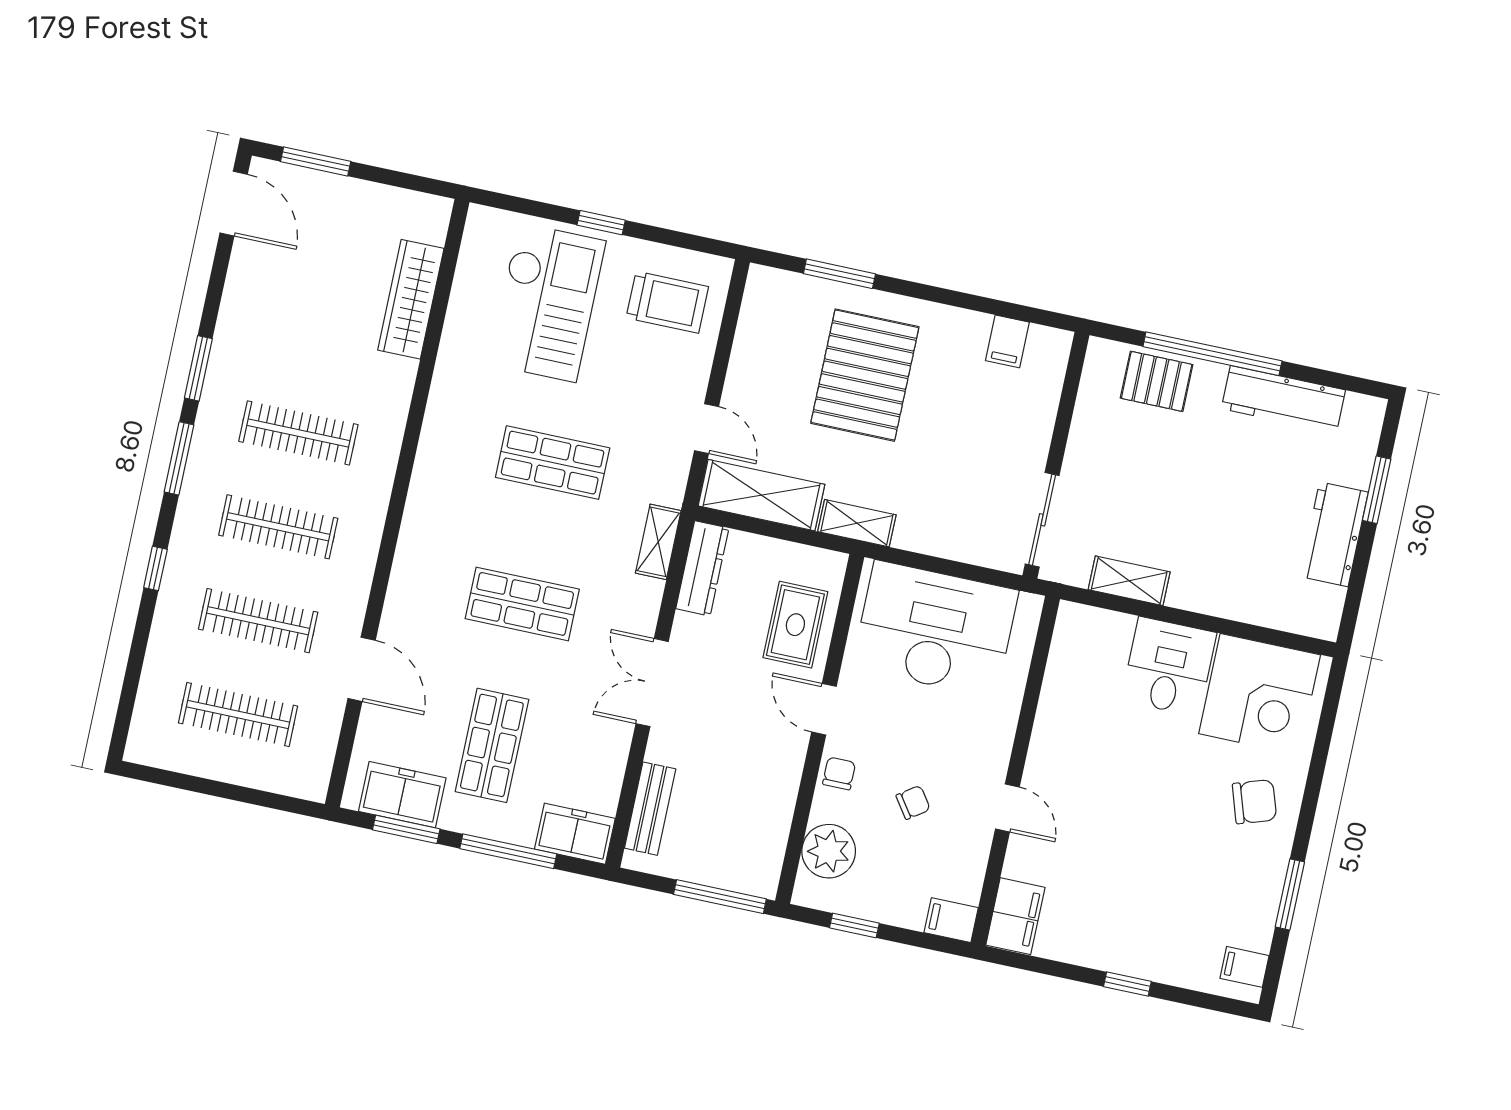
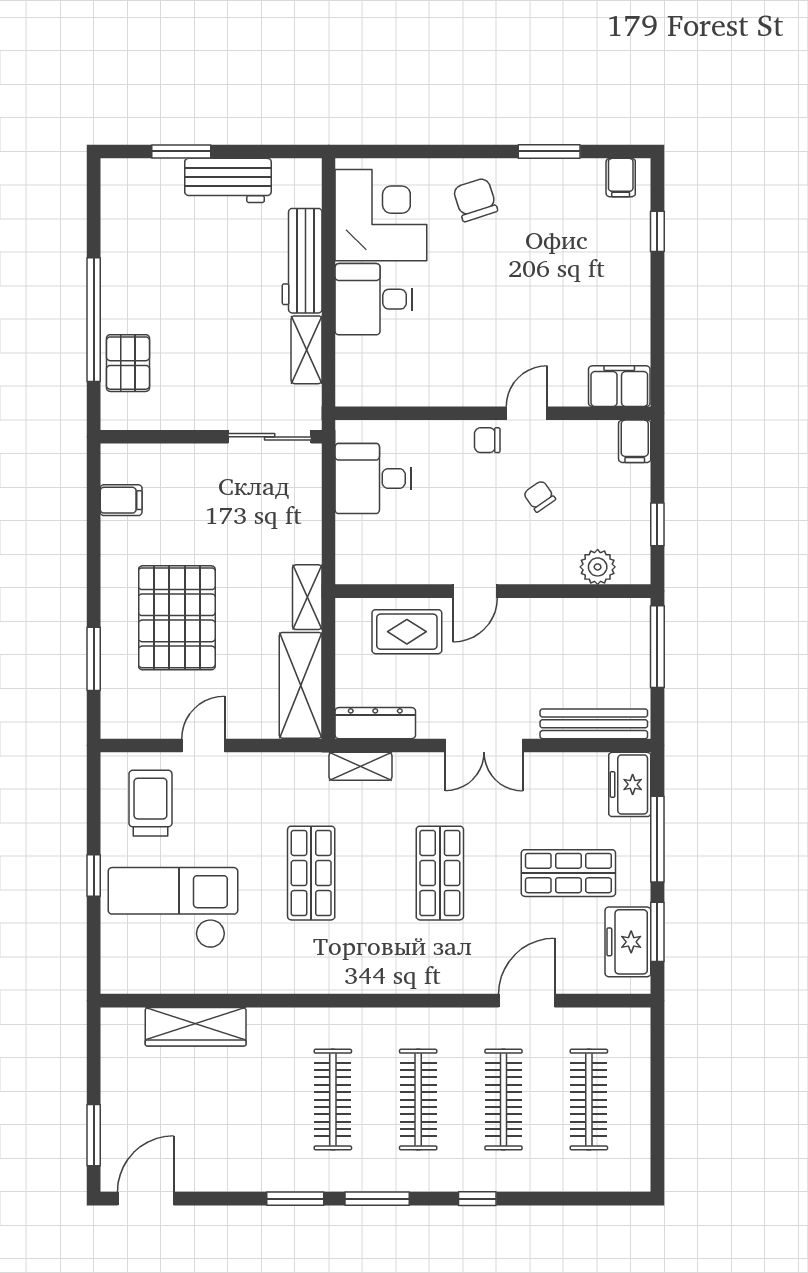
pallet: (865, 375) -> (177, 618), turned 90
workbench: (1283, 399) -> (302, 261), moved, turned 180
door: (707, 429) -> (203, 746), moved
desk: (935, 629) -> (373, 478), width x0.53, depth x0.77
chair: (839, 773) -> (487, 440), moved
bench: (650, 809) -> (594, 724), width x1.36
plant: (829, 851) -> (598, 567), width x0.73, depth x0.73
window: (1127, 984) -> (657, 231), moved

